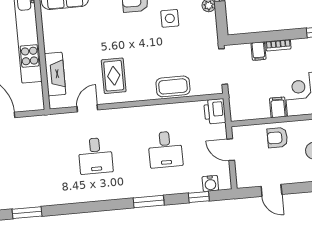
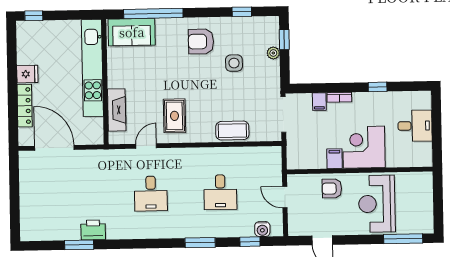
printer: (215, 111) -> (93, 230), moved, turned 90

